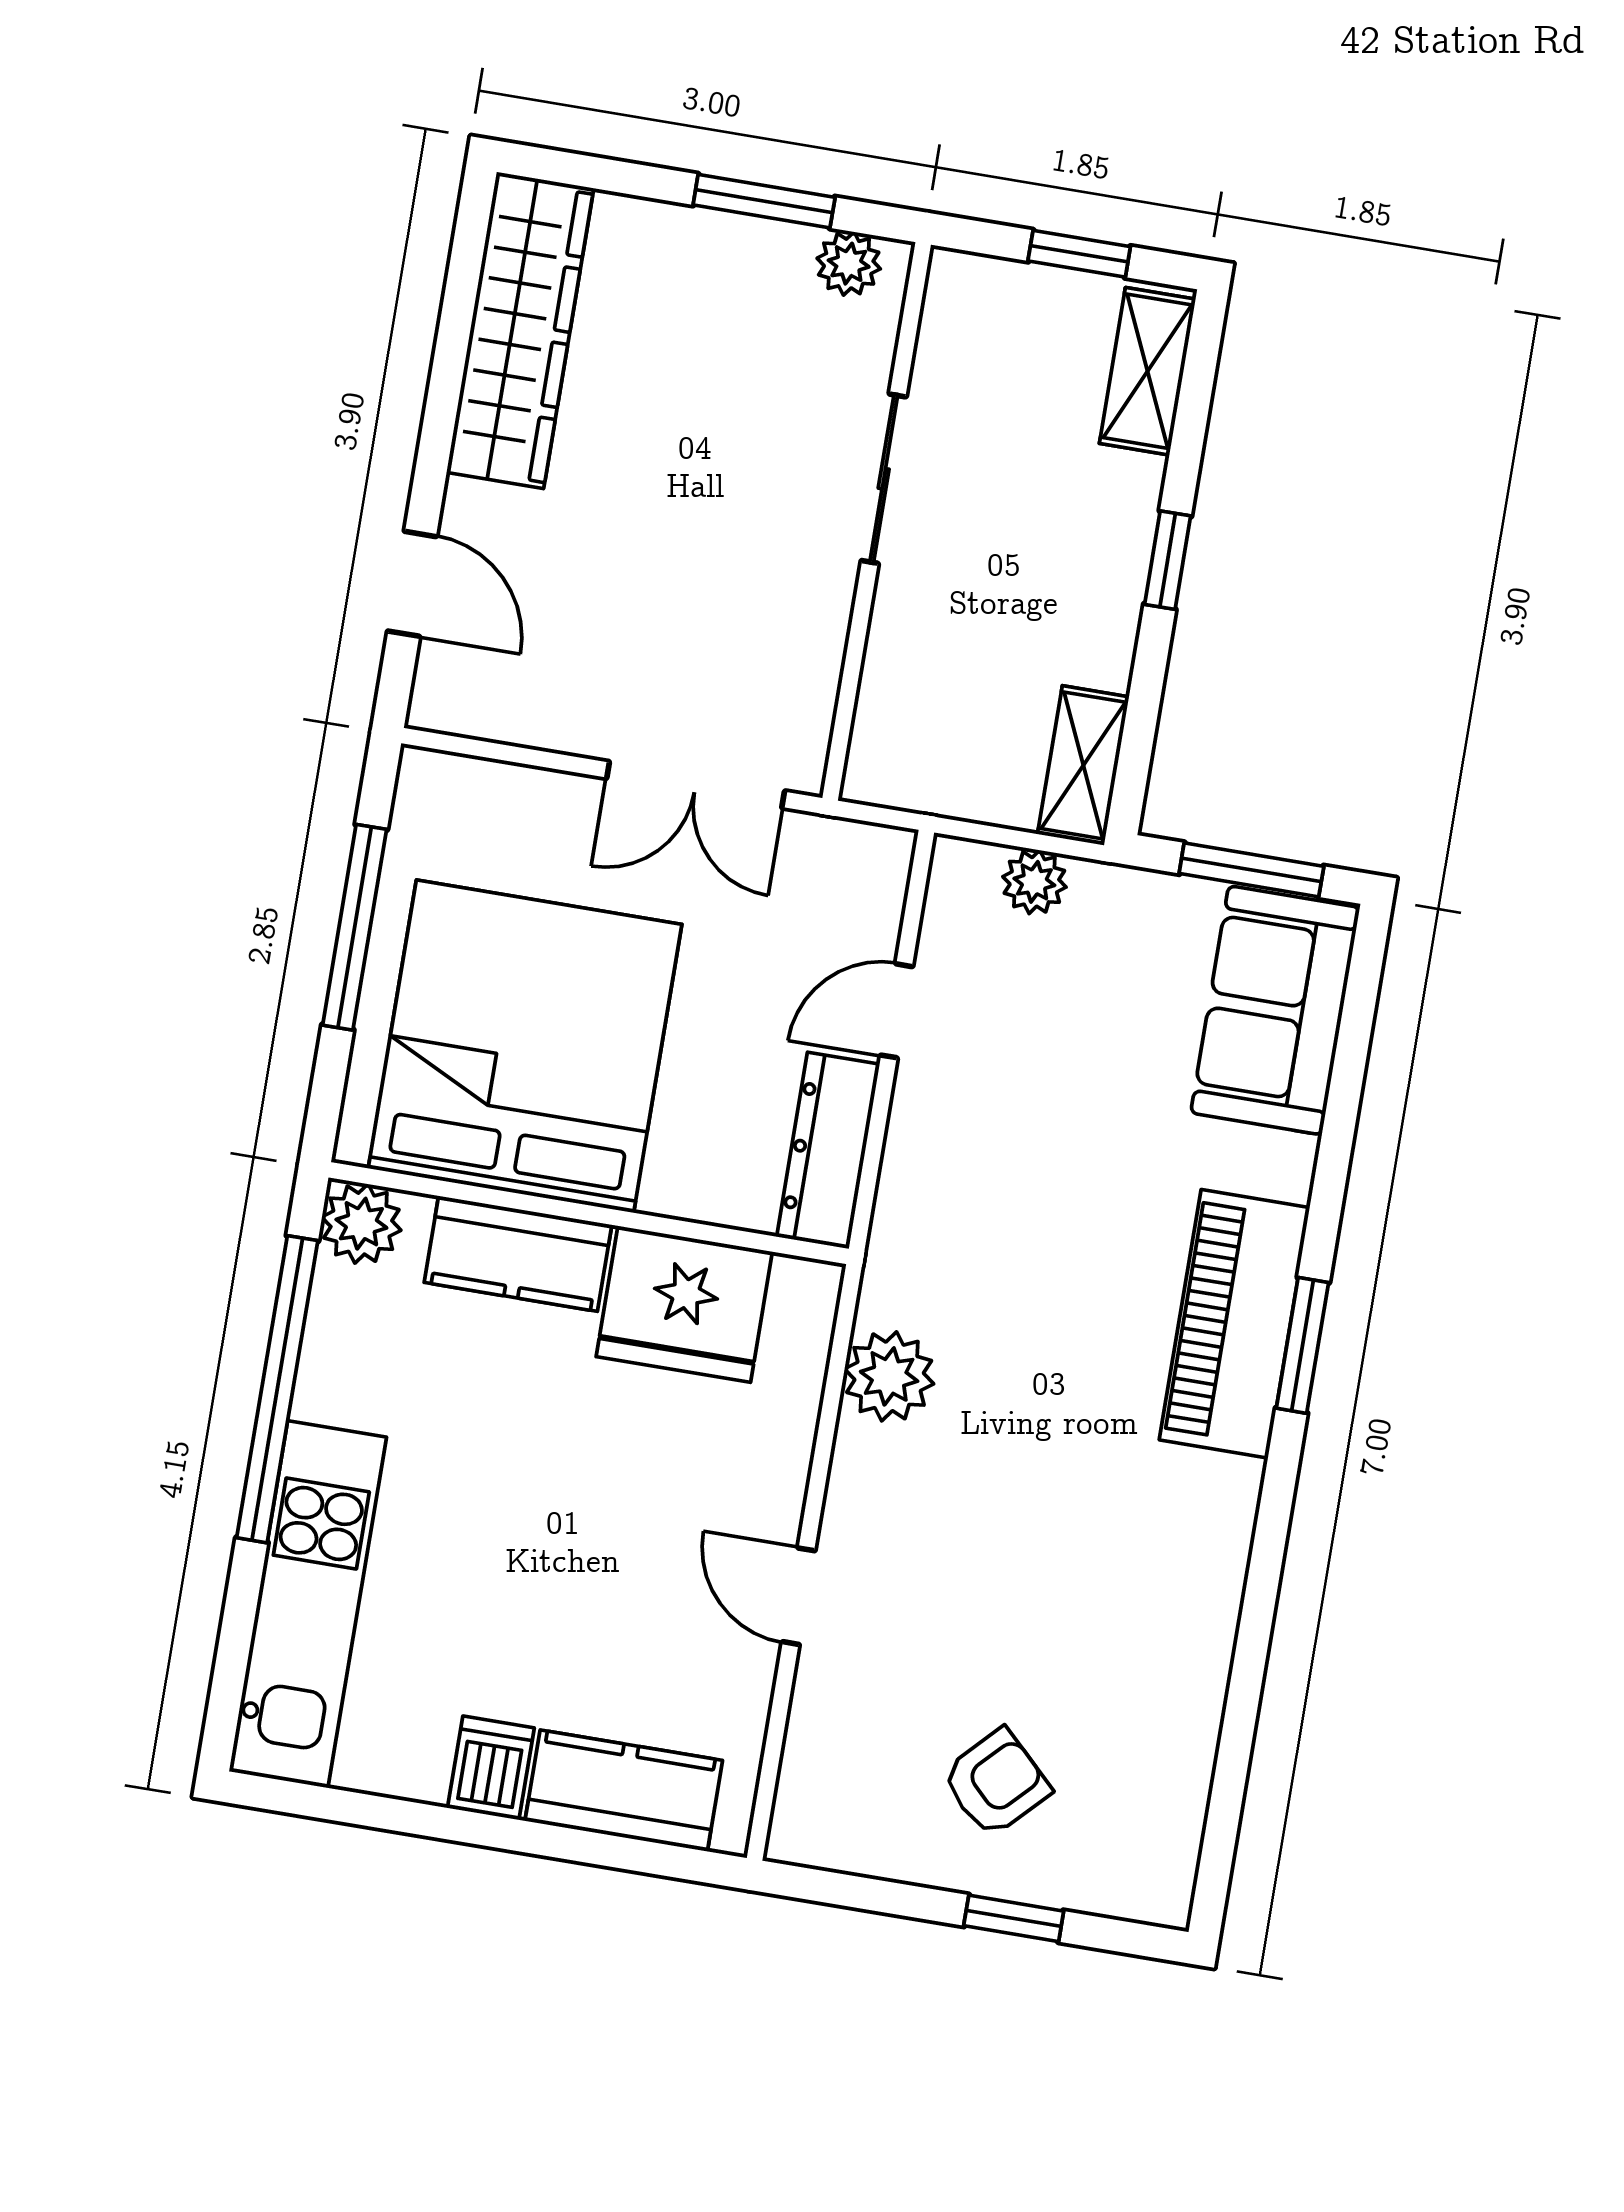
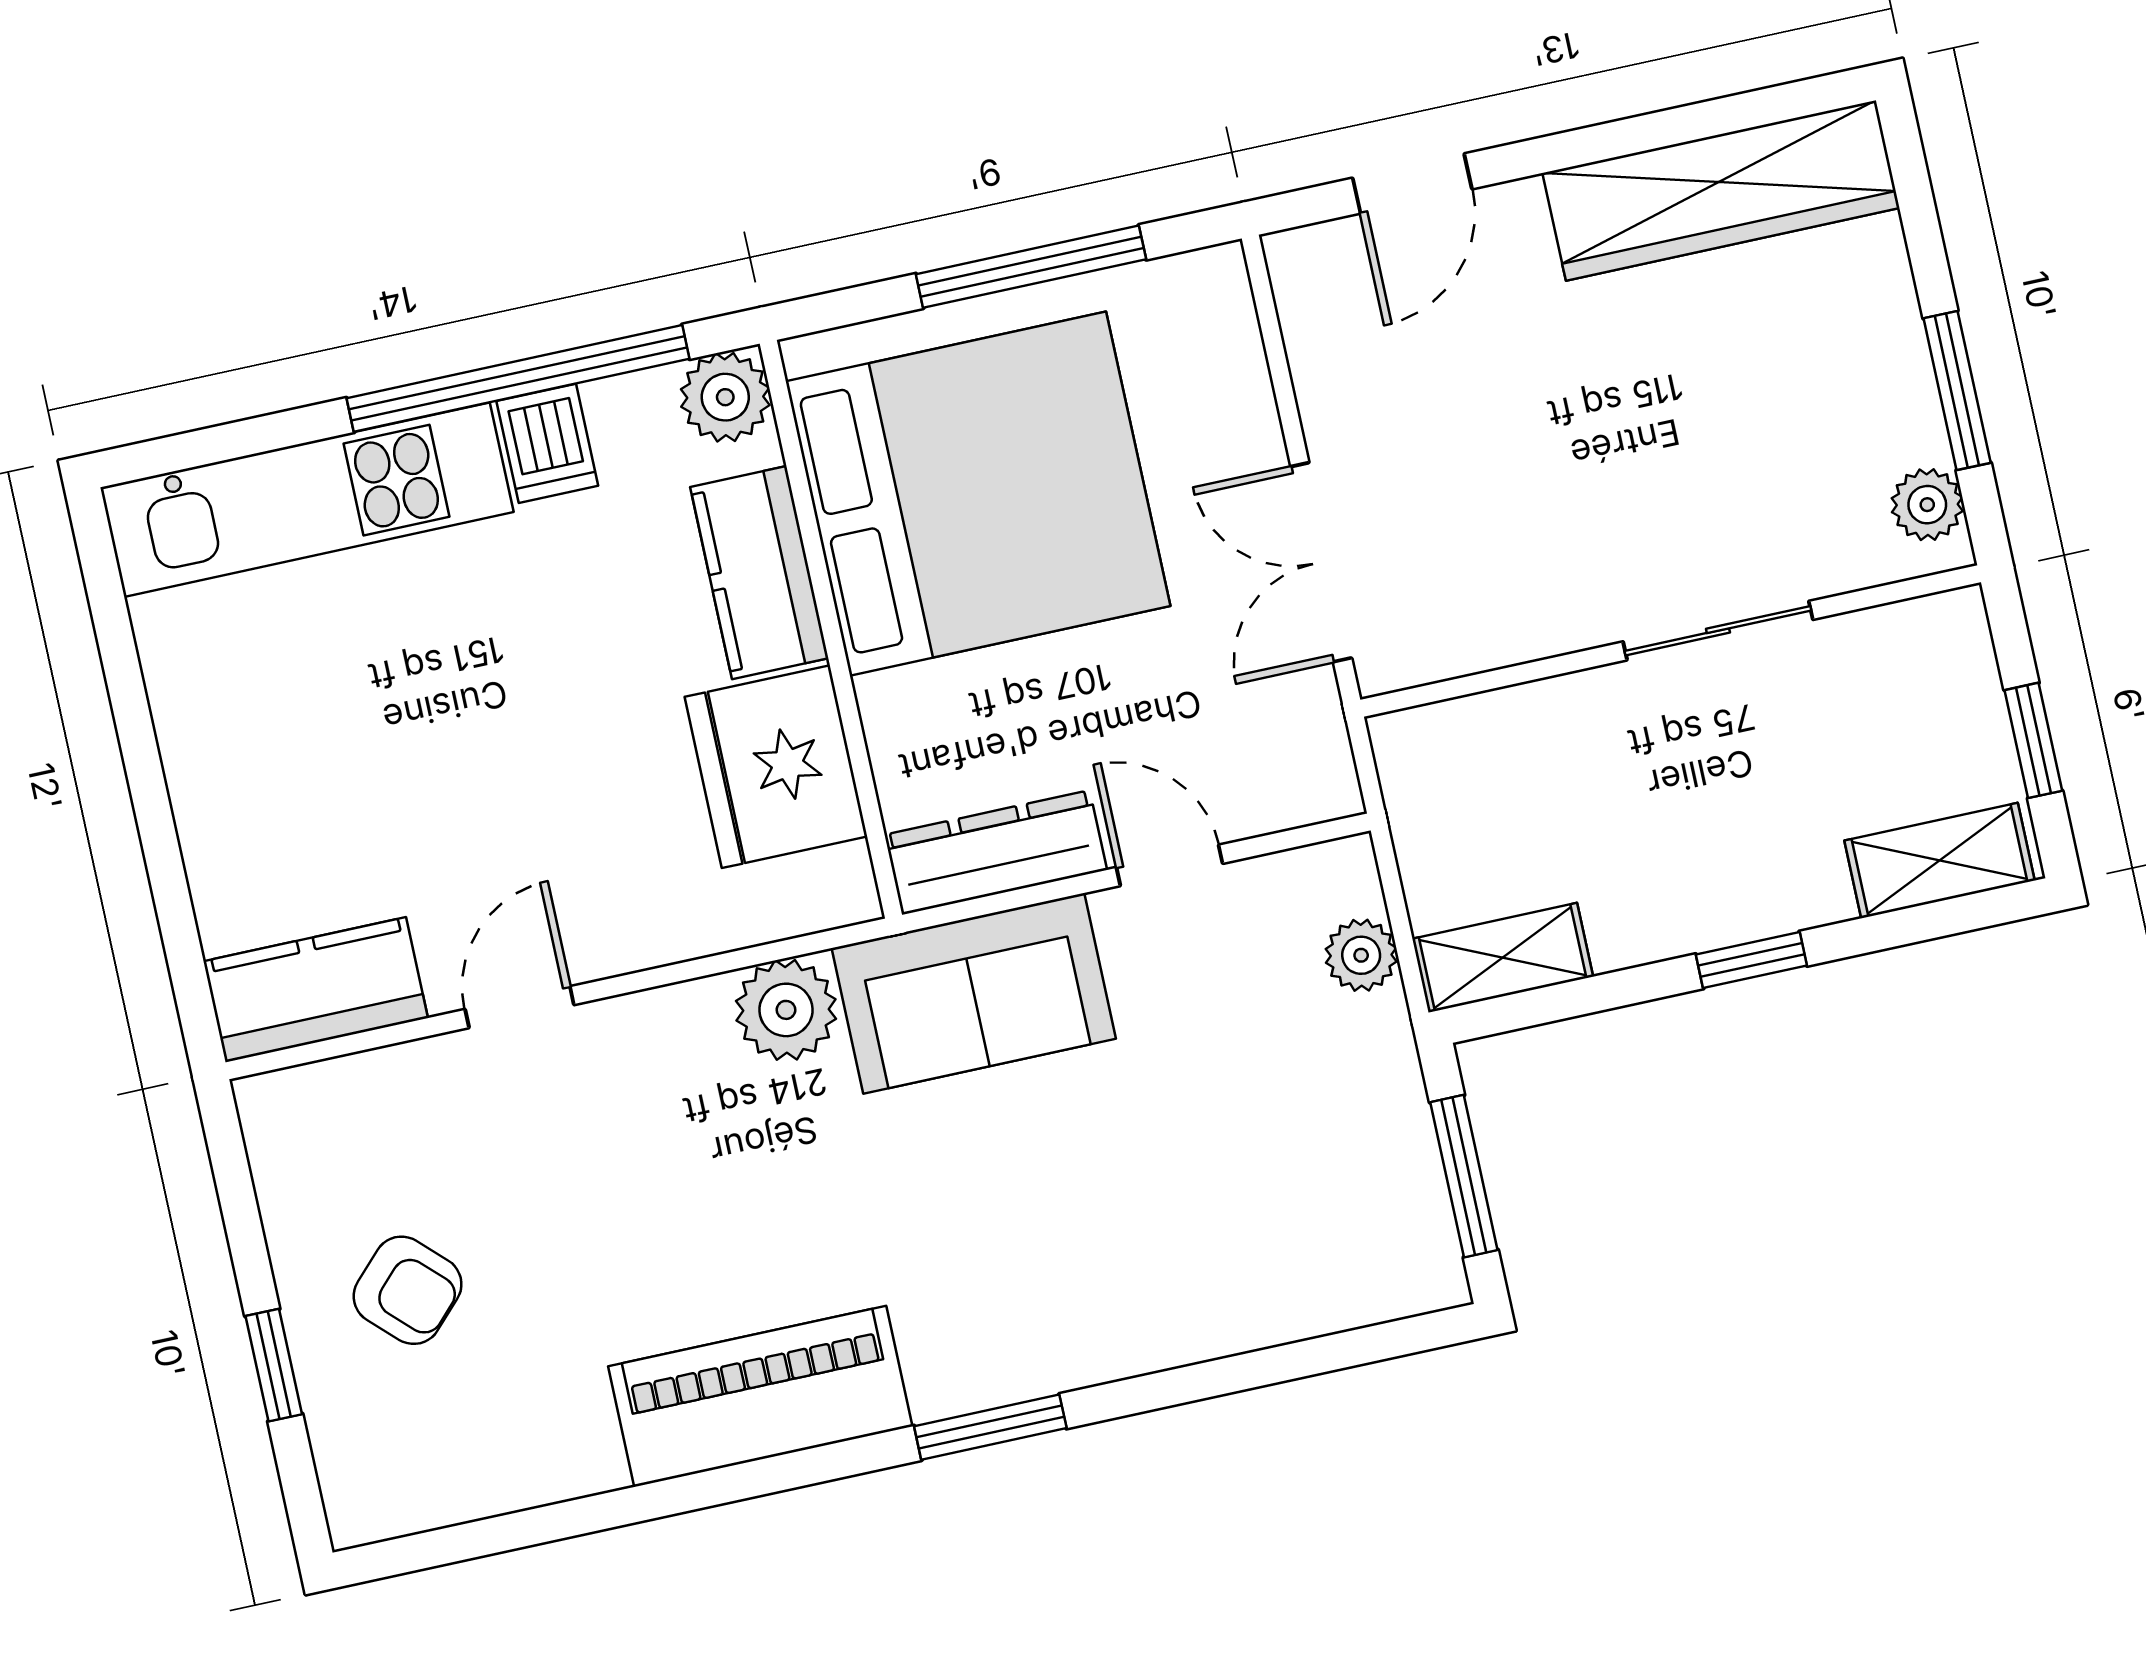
sofa: (1275, 1010) -> (974, 993), moved, turned 180
piano: (1234, 1324) -> (760, 1396), moved
dishwasher: (491, 1768) -> (547, 443), moved, turned 90
kitchen counter: (624, 1791) -> (316, 990), moved, turned -90

